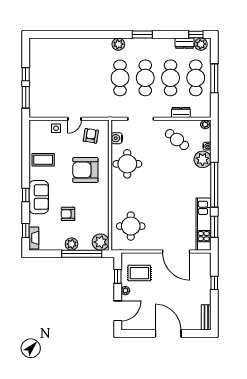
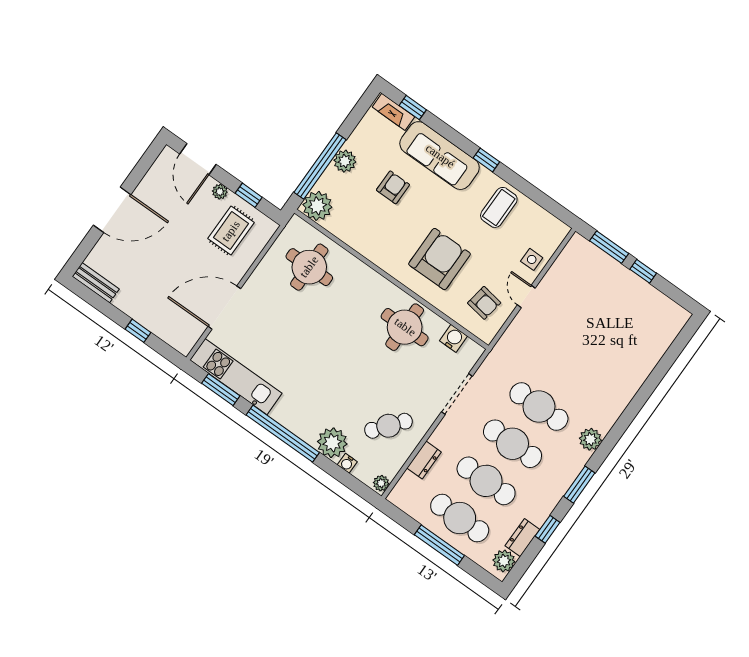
window: (196, 35) -> (548, 529), moved
window: (26, 195) -> (486, 160), moved
sofa: (39, 197) -> (440, 156), width x1.36

